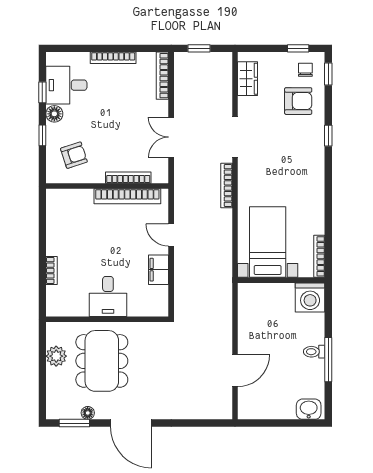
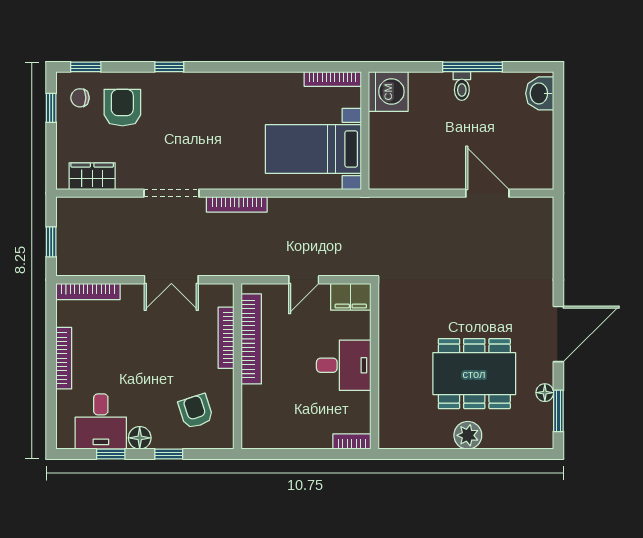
desk: (108, 296) -> (344, 365), moved
wall: (107, 319) -> (374, 366), moved

